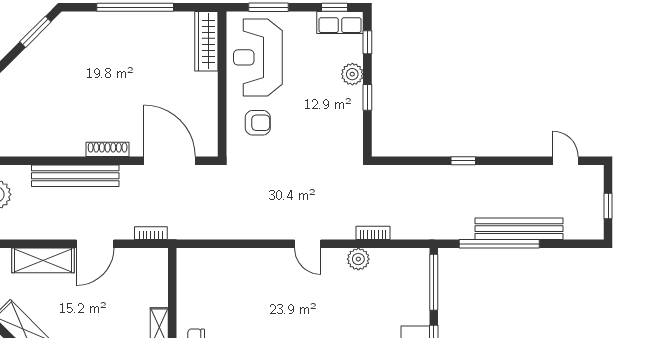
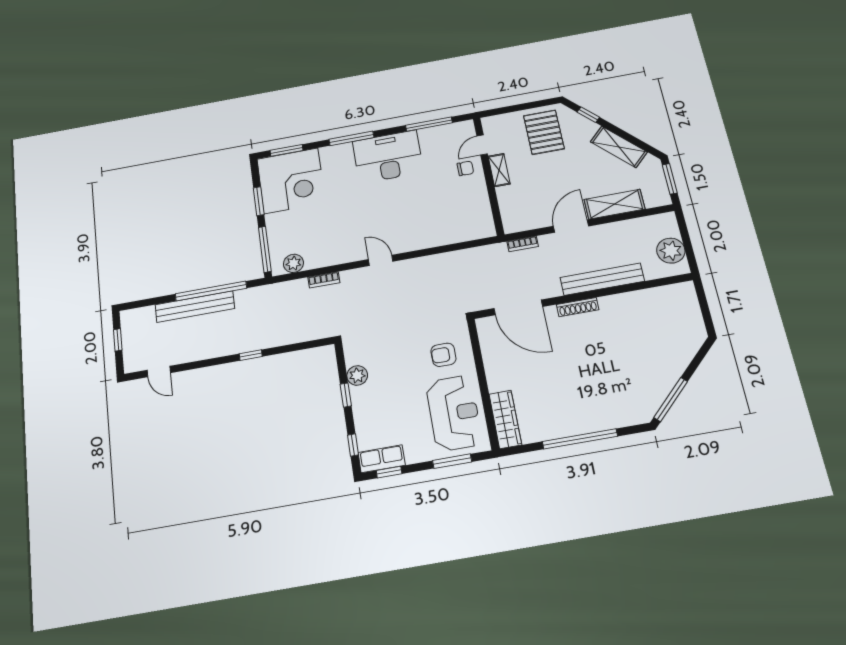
window: (35, 32) -> (671, 399), width x1.44
plant: (352, 74) -> (357, 375), moved
plant: (358, 259) -> (293, 263), moved

